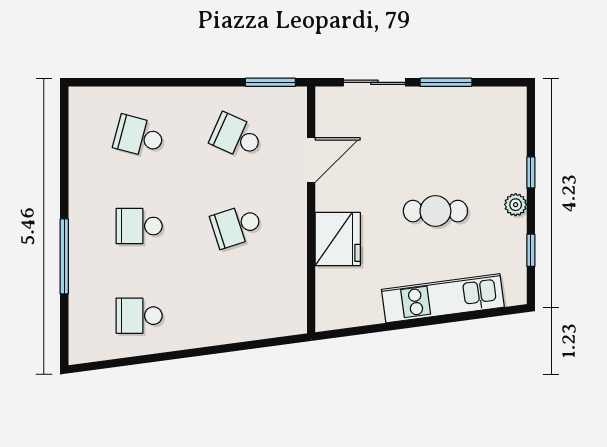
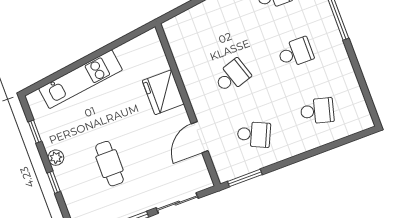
cafe table: (435, 211) -> (109, 164), moved, turned 90

